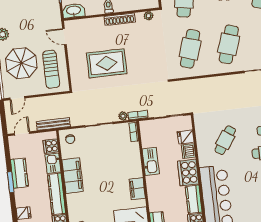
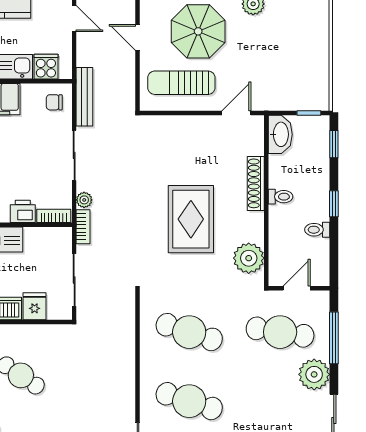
plant: (148, 16) -> (249, 258), width x1.88, depth x1.88
shoe rack: (120, 19) -> (256, 183), moved
rug: (107, 63) -> (191, 219), moved
door: (17, 98) -> (137, 37), moved
bench: (53, 124) -> (84, 97), moved
printer: (133, 150) -> (23, 211), added

